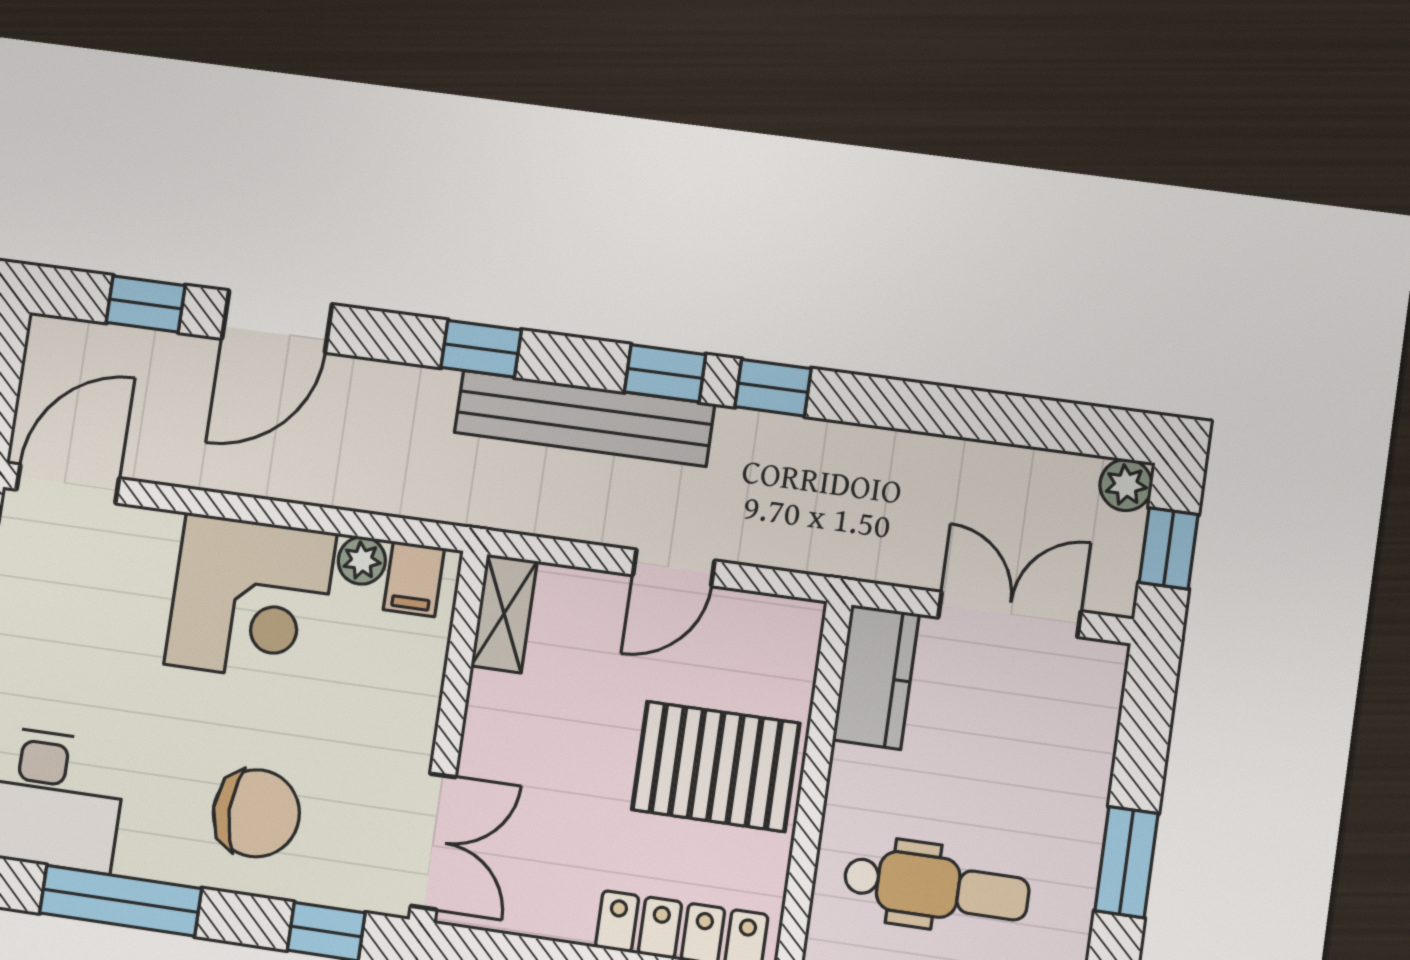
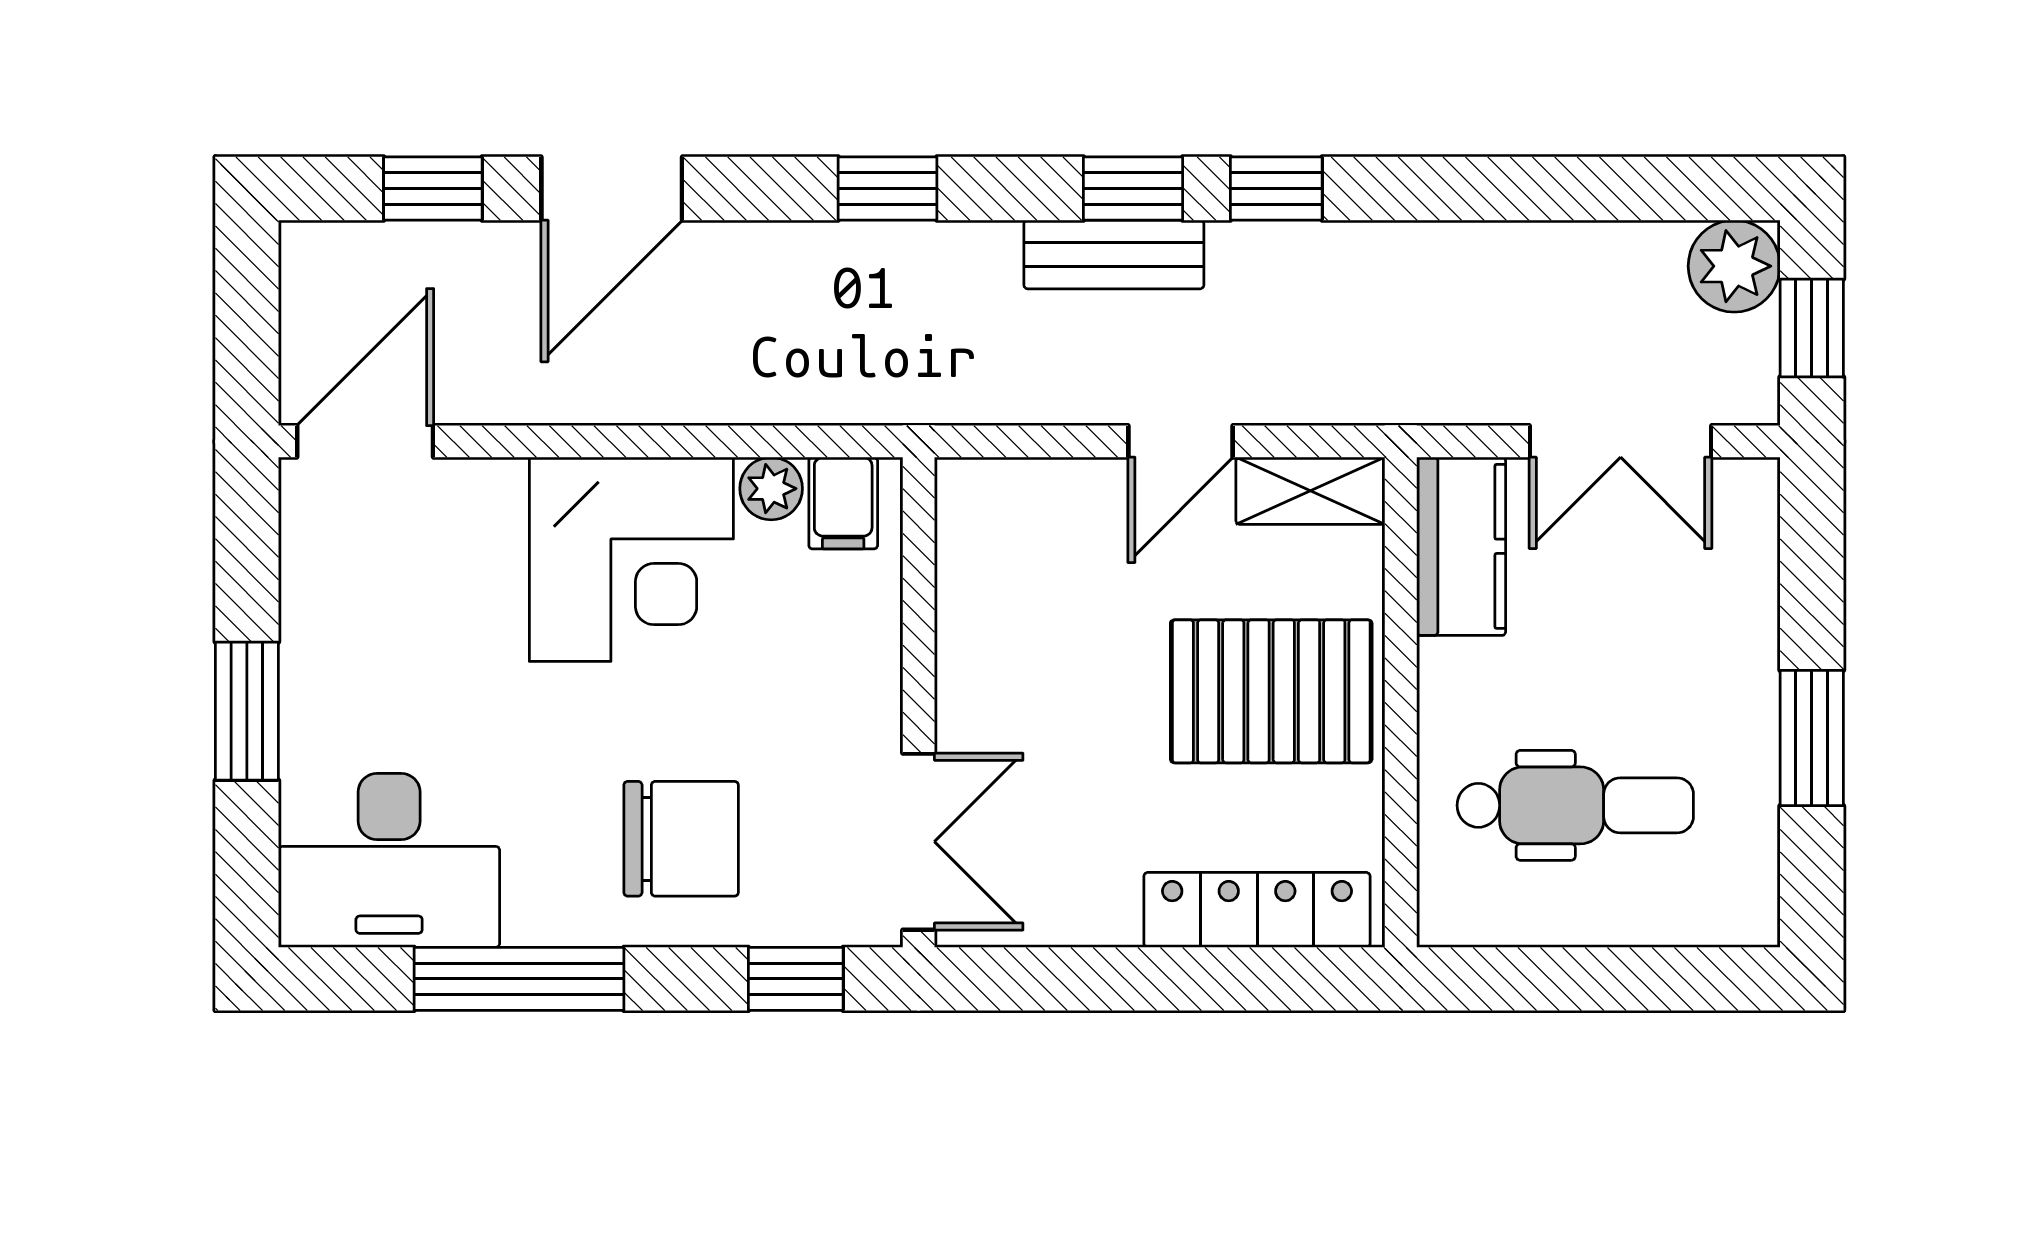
bench: (584, 418) -> (1114, 255), width x0.54, depth x0.82
plant: (1126, 485) -> (1734, 266), width x1.38, depth x1.38
shelving: (504, 613) -> (1310, 491), moved, turned 90
double door: (1009, 614) -> (1621, 441), swing flipped

